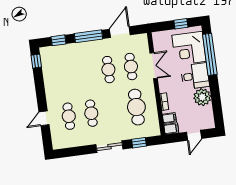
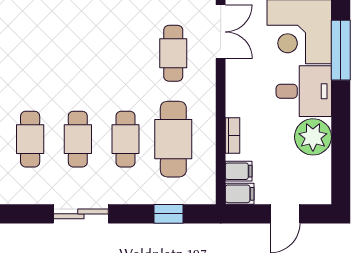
window: (210, 54) -> (341, 50), width x0.68
double door: (154, 66) -> (221, 32), moved
cafe table: (108, 70) -> (126, 139), moved
sliding door: (109, 147) -> (81, 214), moved

